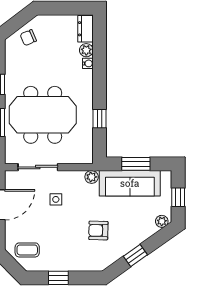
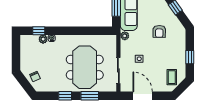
dresser: (85, 29) -> (29, 40), removed
window: (99, 119) -> (39, 31), moved

